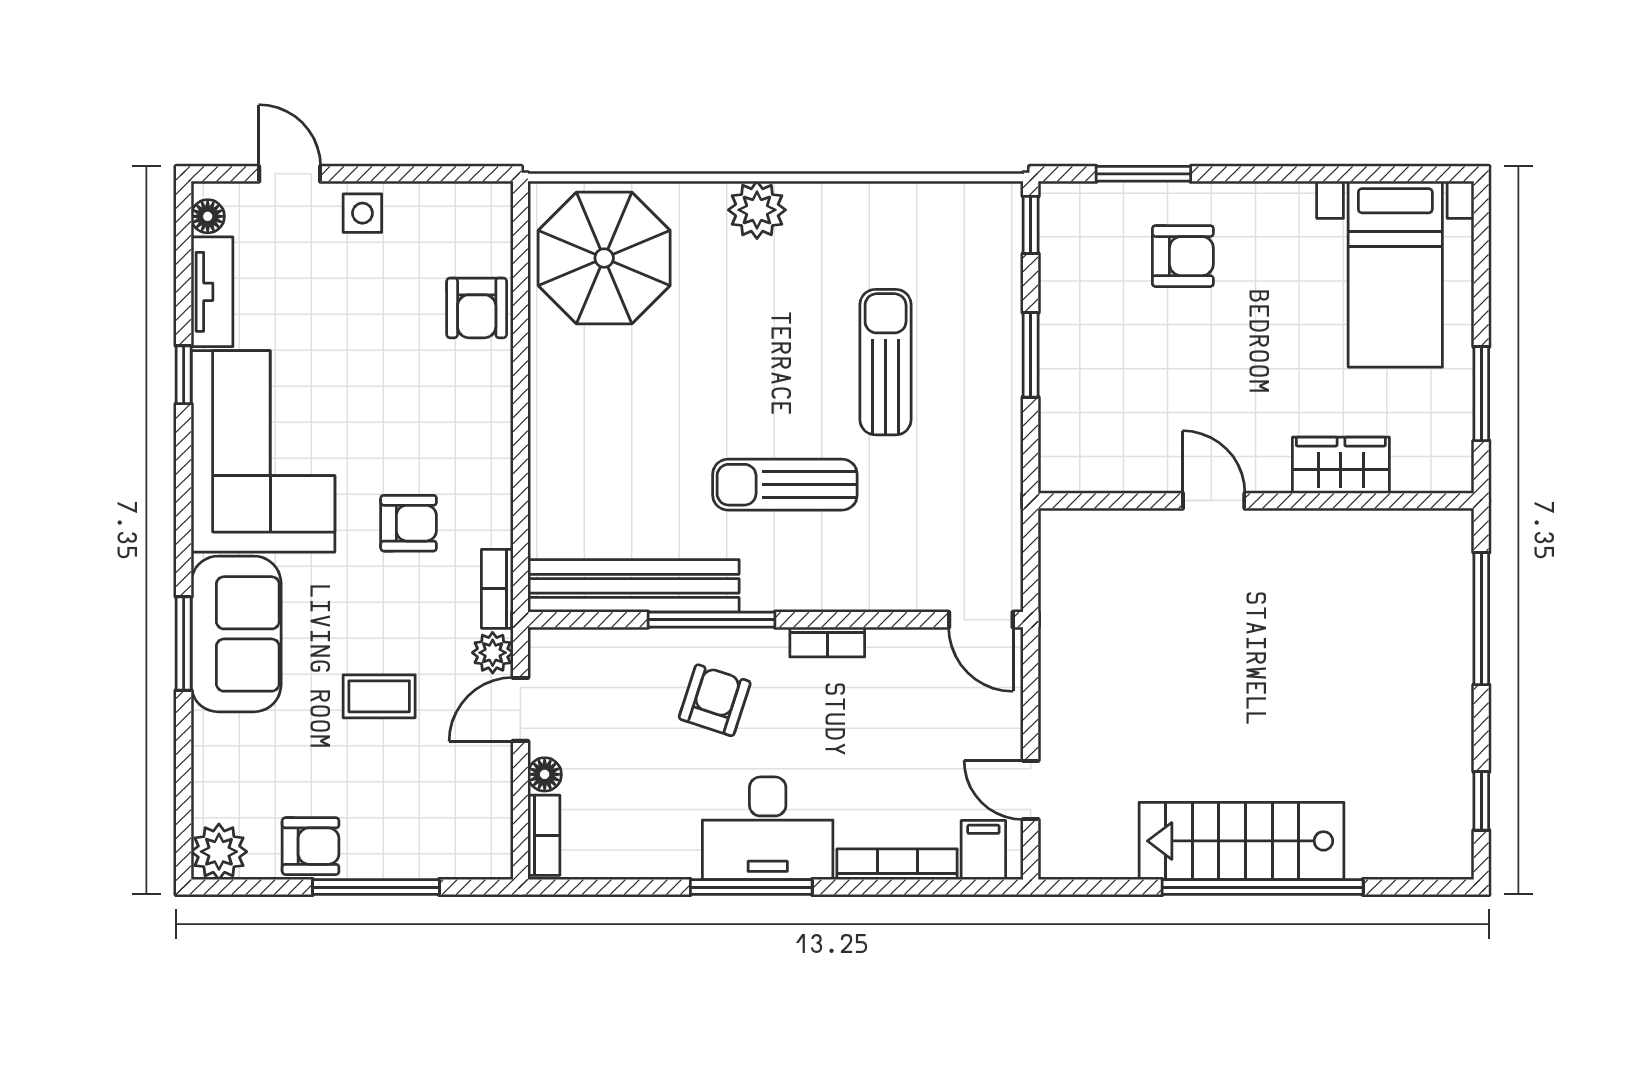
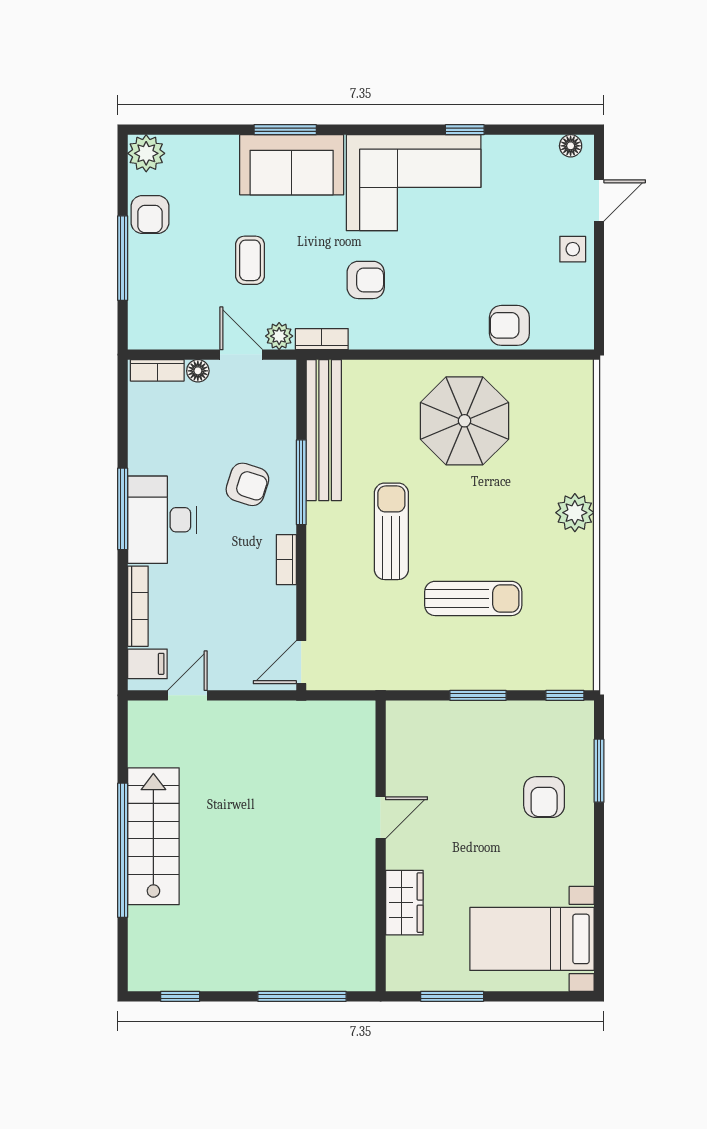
parasol: (604, 258) -> (464, 421), moved
tv unit: (212, 292) -> (520, 149), removed
armchair: (409, 523) -> (366, 280), turned -90

